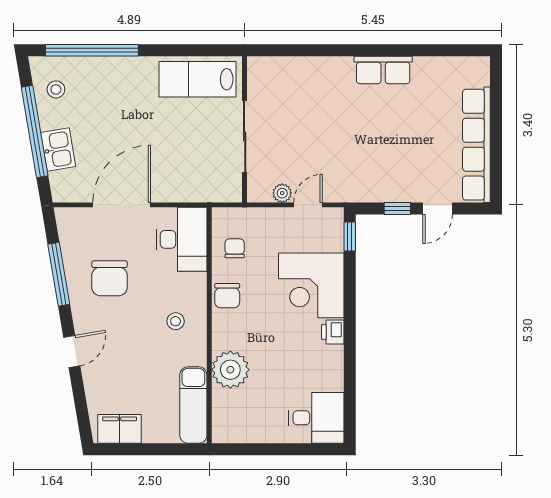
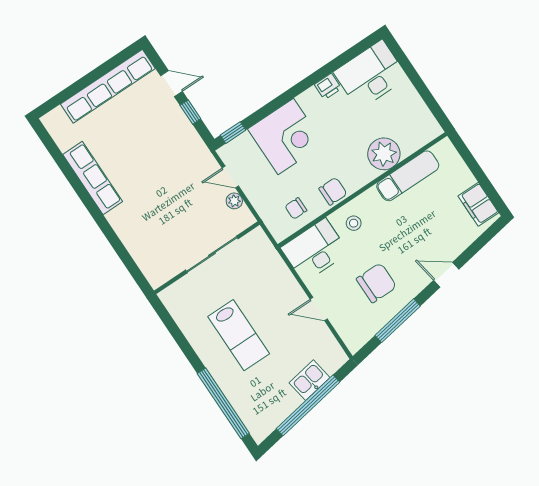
row of seats: (383, 70) -> (93, 178), width x1.48
lab bench: (198, 79) -> (239, 335), moved
stool: (56, 89) -> (268, 410), removed
door: (122, 205) -> (319, 309), width x0.53
stool: (176, 321) -> (354, 223), moved
printer: (333, 332) -> (328, 86), moved
exam couch: (193, 405) -> (408, 176), moved
desk: (316, 418) -> (371, 75), width x1.37

